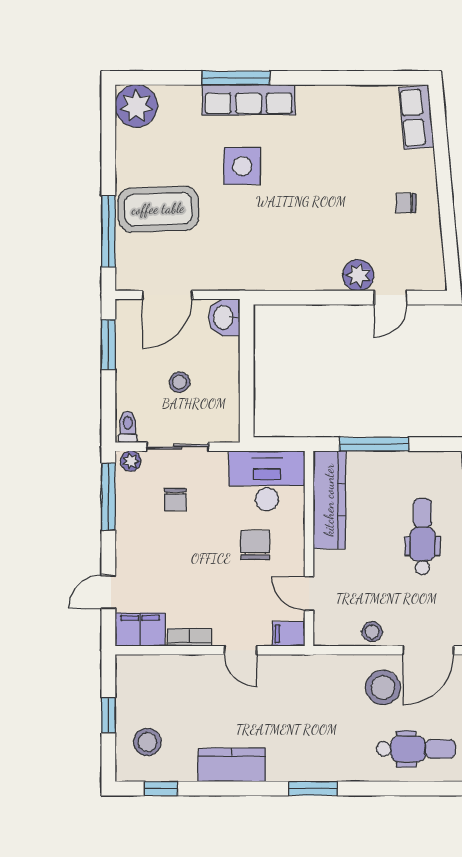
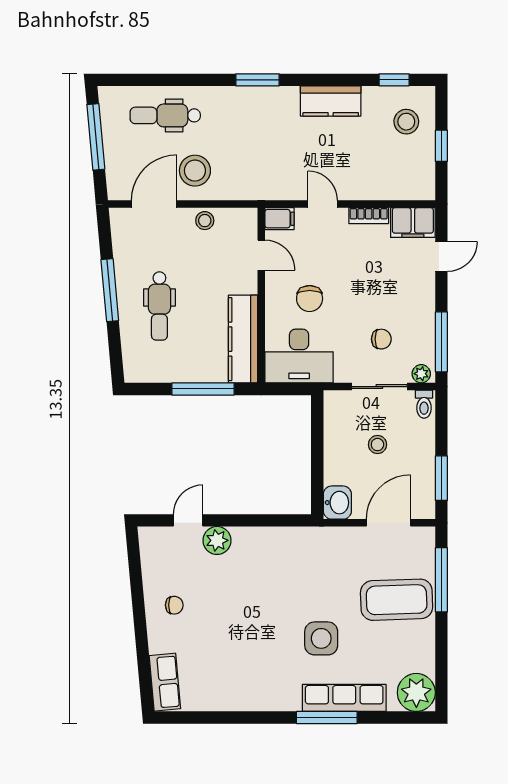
row of seats: (249, 100) -> (344, 698), moved
chair: (175, 500) -> (381, 339), turned 90

